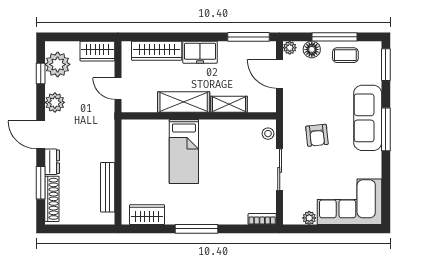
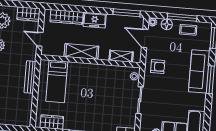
shelving: (229, 104) -> (121, 56), moved
armchair: (317, 135) -> (158, 67), moved, turned -84
bed: (184, 151) -> (57, 81), moved
bench: (108, 187) -> (30, 77), moved

